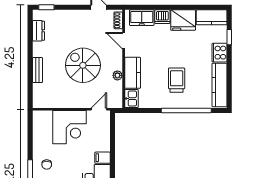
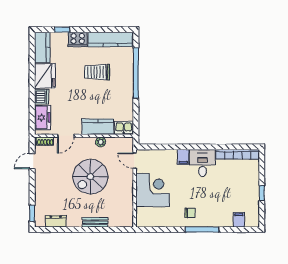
trolley: (177, 80) -> (97, 72), moved

